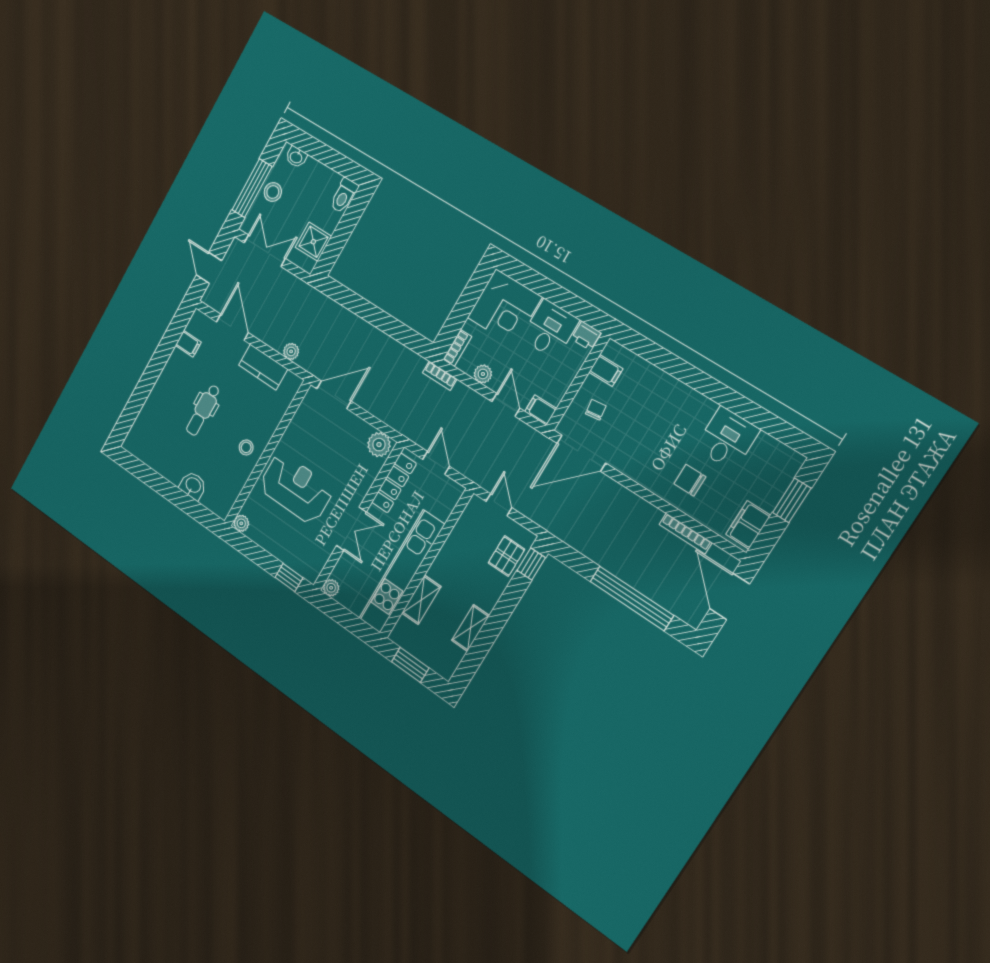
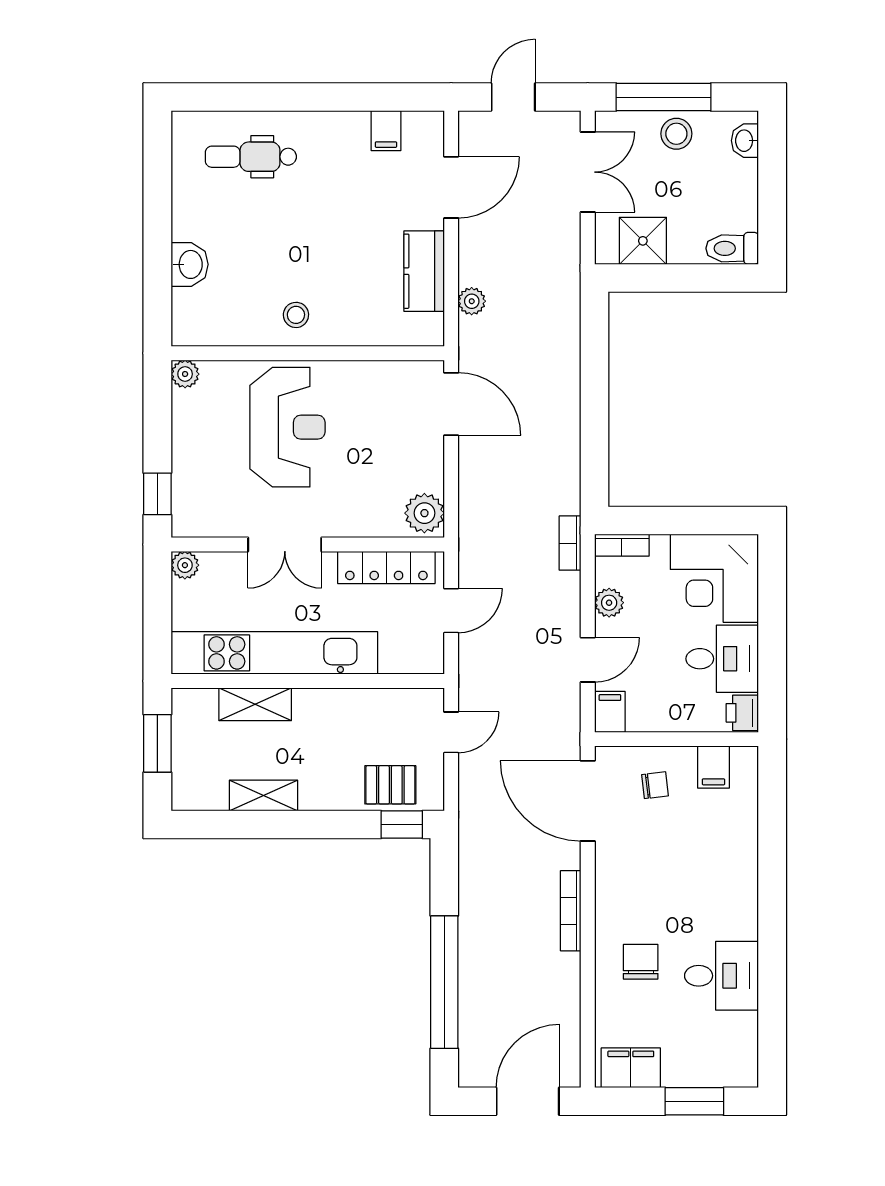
dental chair: (203, 410) -> (251, 157), moved
bookcase: (686, 533) -> (571, 911), moved

